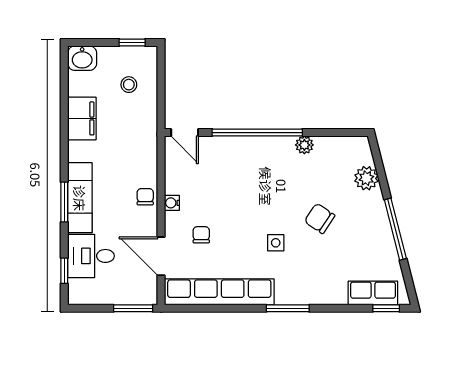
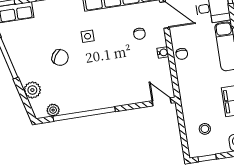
window: (257, 133) -> (84, 114), moved
plant: (304, 145) -> (53, 110), moved

